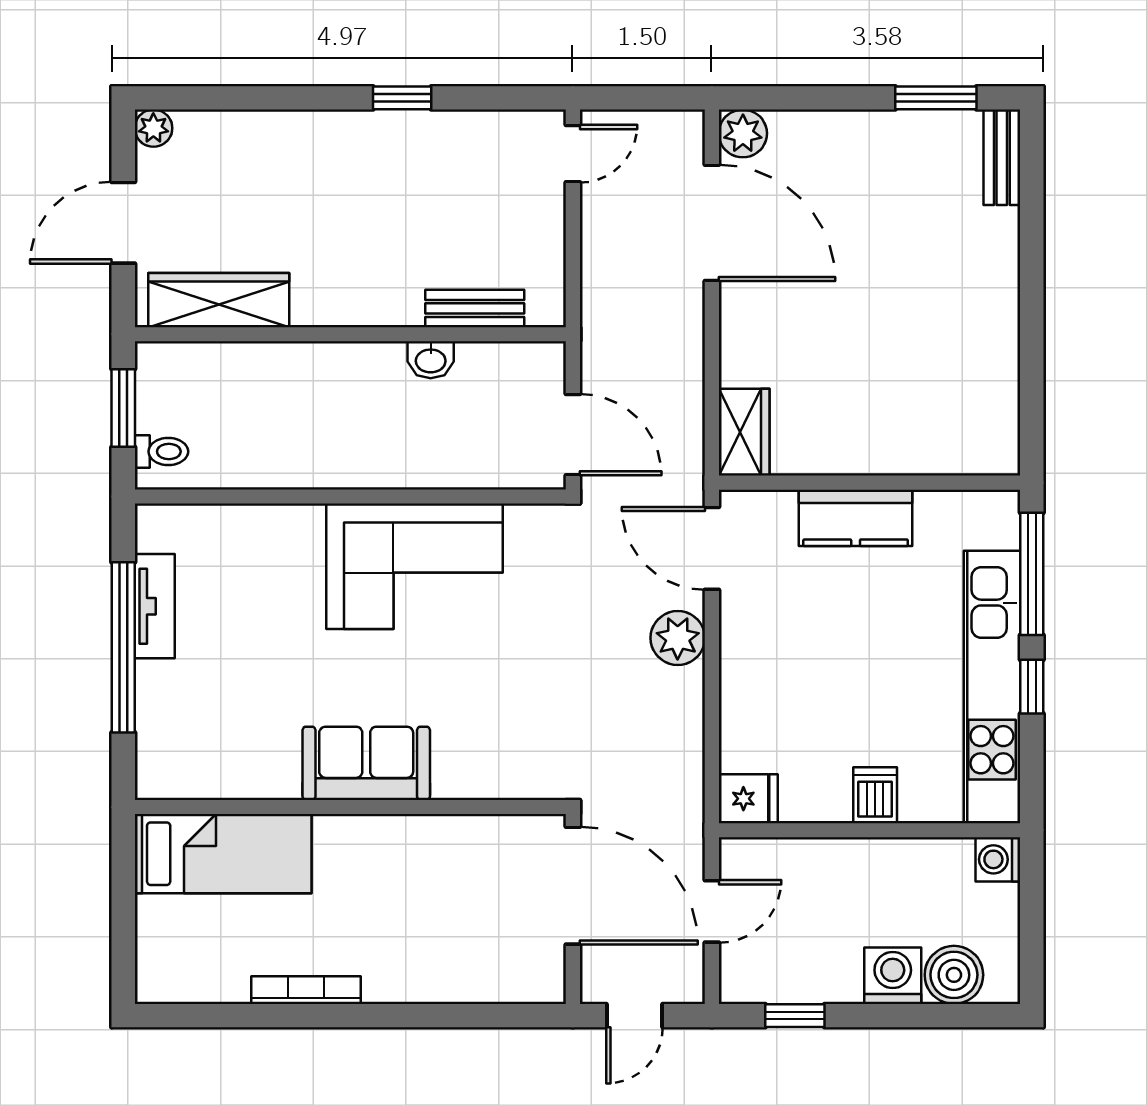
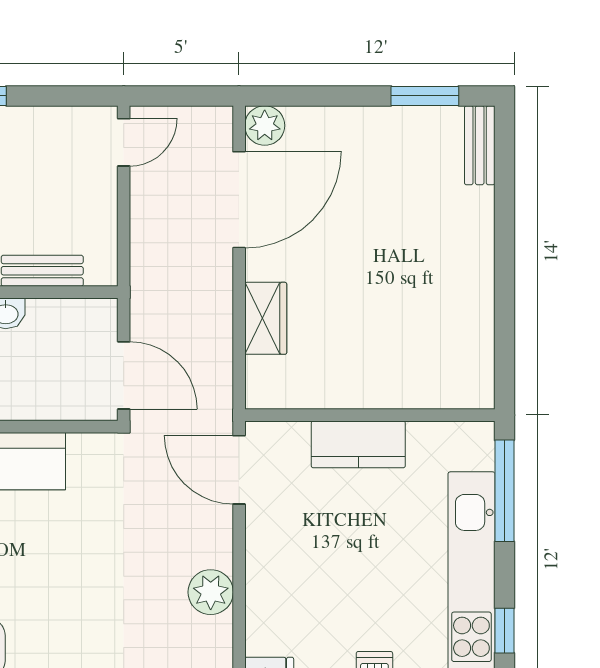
door: (712, 223) -> (239, 200), hinge flipped
wardrobe: (744, 432) -> (266, 318), moved
plant: (678, 638) -> (211, 592), moved
window: (1032, 687) -> (504, 631), moved

